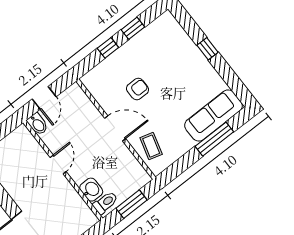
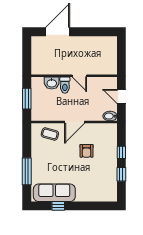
window: (207, 49) -> (58, 206), moved
sofa: (213, 116) -> (54, 193), moved, turned -90
bidet: (38, 124) -> (110, 116), moved
toilet: (105, 203) -> (65, 85), moved

